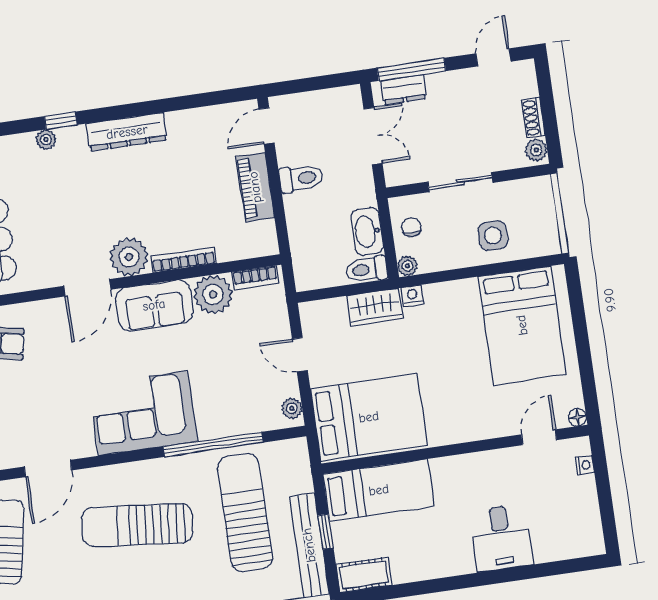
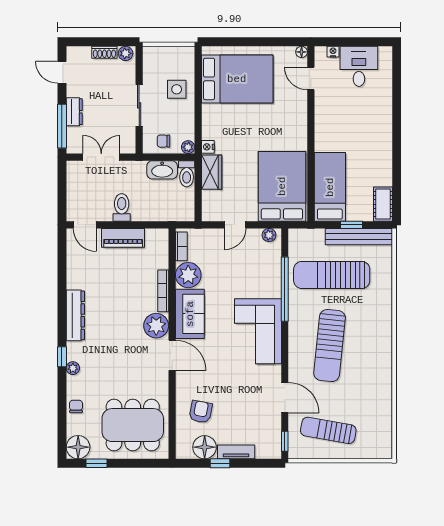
dresser: (403, 90) -> (74, 112), moved
desk: (501, 538) -> (359, 66), moved, turned -90

